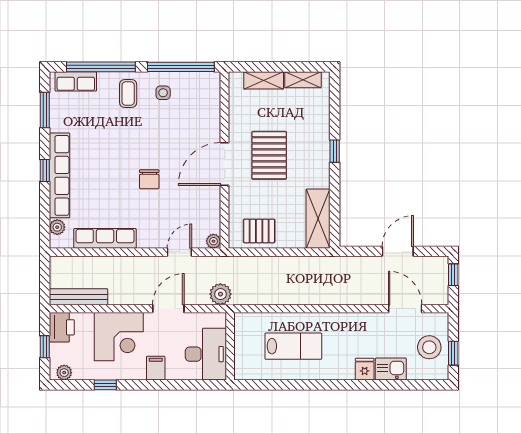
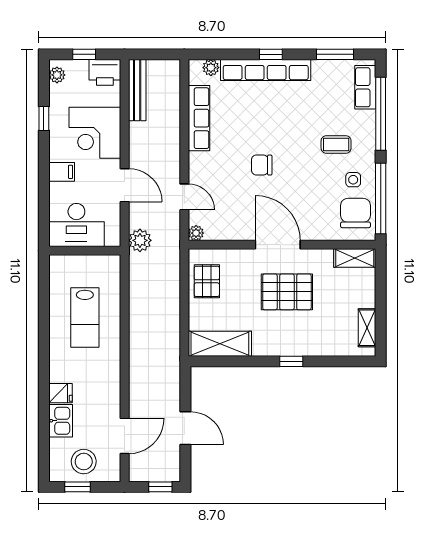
shelving: (264, 80) -> (355, 258), moved, turned 90
chair: (195, 91) -> (356, 213), added
coffee table: (128, 93) -> (336, 144), moved

